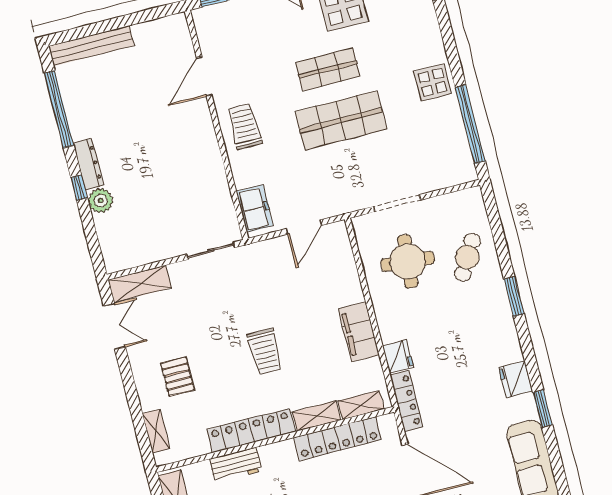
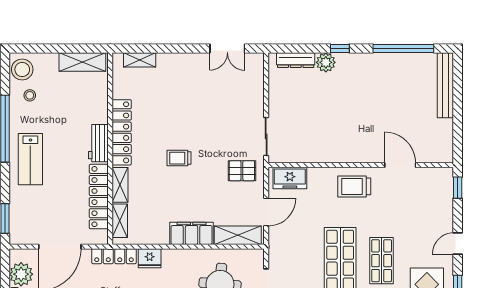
trolley: (245, 126) -> (354, 186), turned 180
dresser: (88, 164) -> (296, 60), moved
door: (304, 227) -> (266, 212), swing flipped
shelving: (140, 284) -> (238, 235), moved, turned 90
filing cabinet: (359, 332) -> (192, 233), moved
trolley: (265, 352) -> (179, 158), width x0.73, depth x0.72
pallet: (177, 377) -> (242, 171), moved
workbench: (236, 465) -> (98, 143), moved

